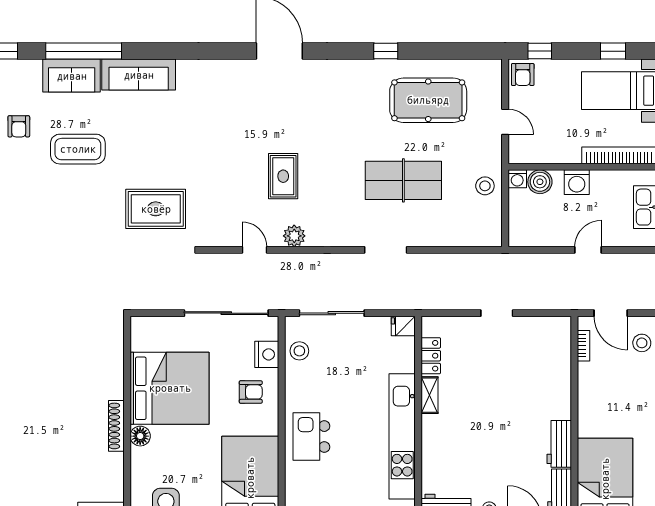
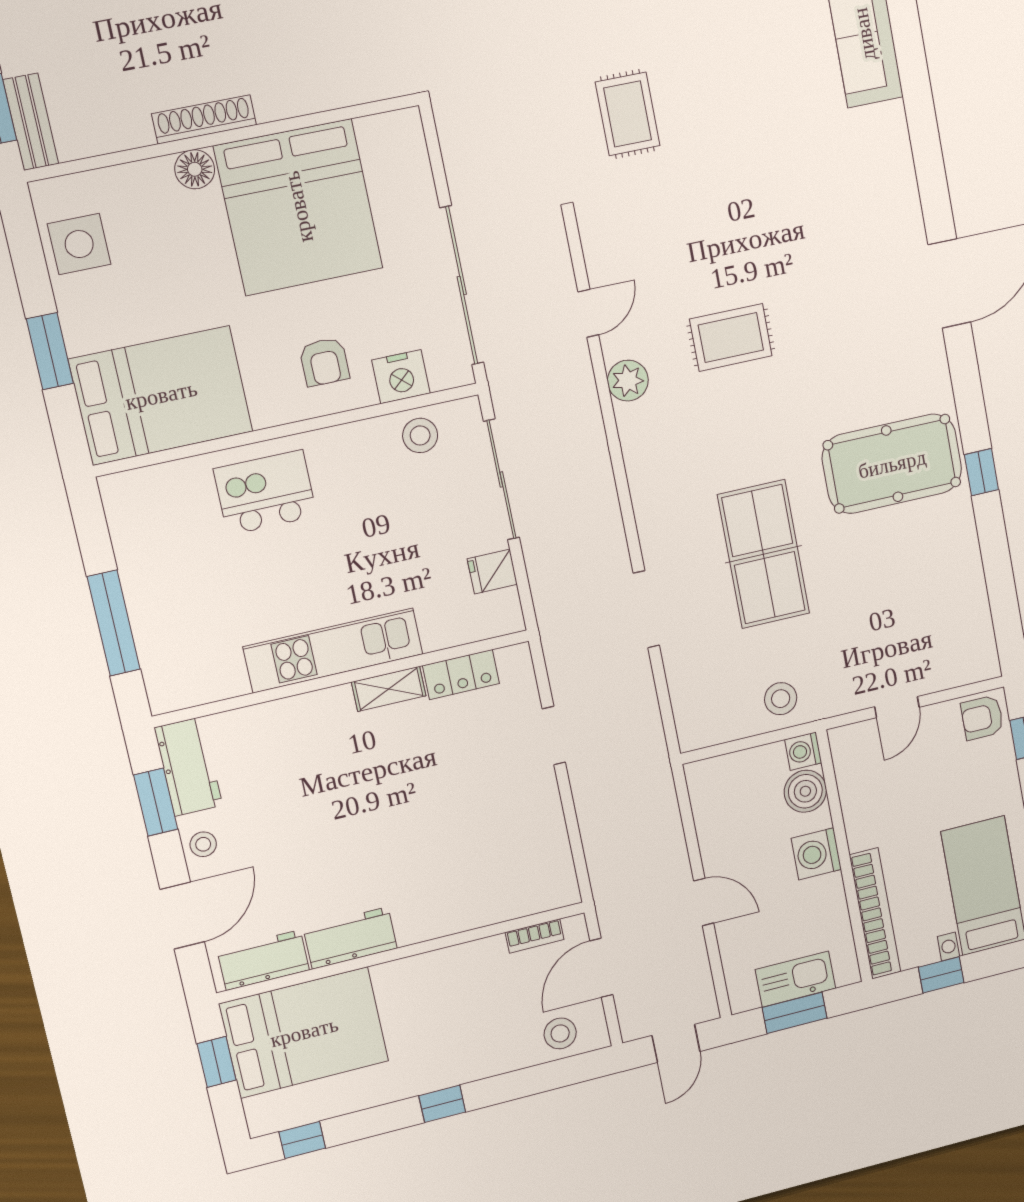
pool table: (428, 100) -> (892, 464), moved, turned 90
rug: (156, 209) -> (628, 114), width x0.73, depth x0.70
doorway: (386, 250) -> (646, 609), moved
doorway: (497, 313) -> (554, 736), moved
fridge: (403, 326) -> (492, 572), moved, turned -90
kitchen unit: (402, 436) -> (333, 650), width x0.73

